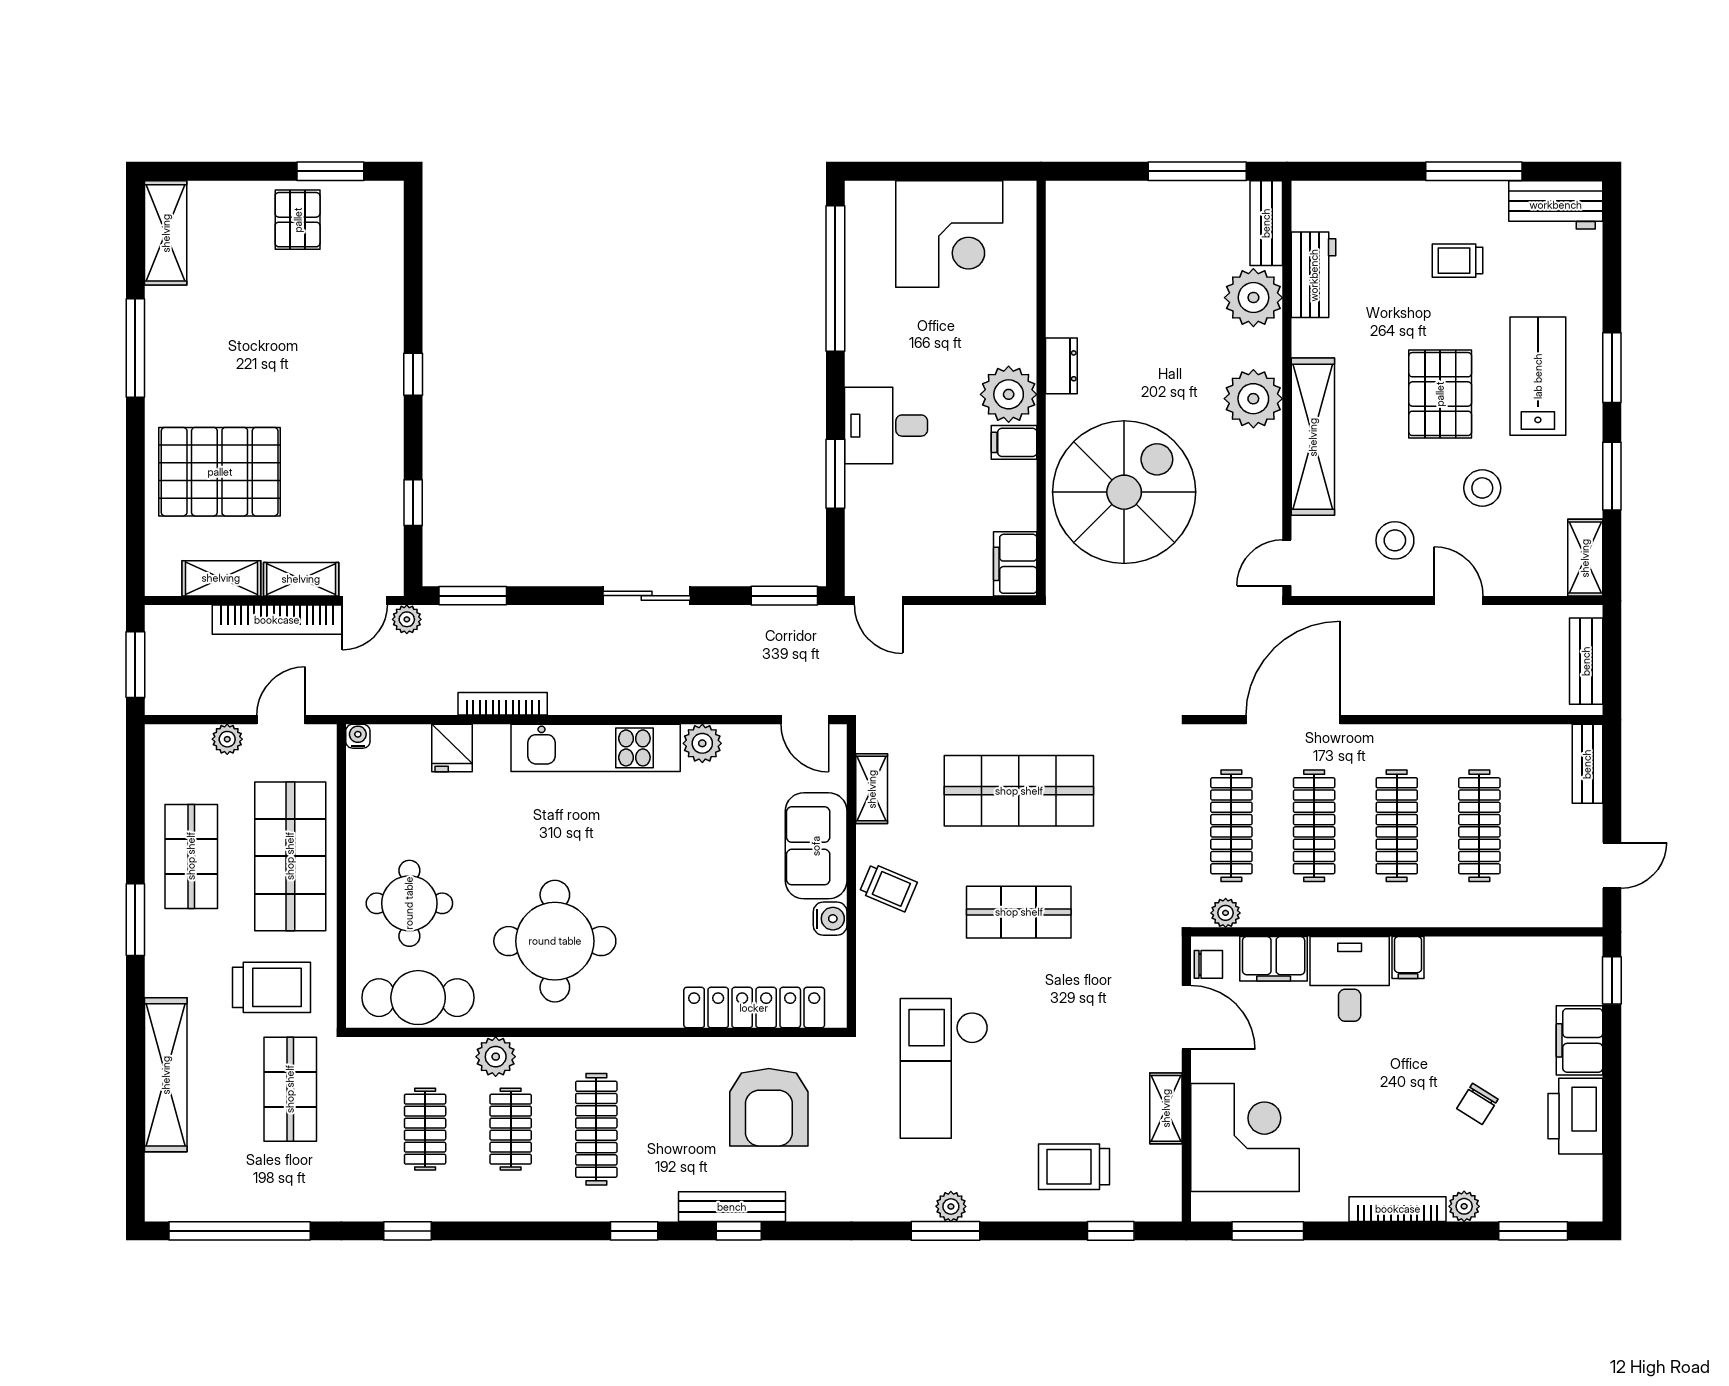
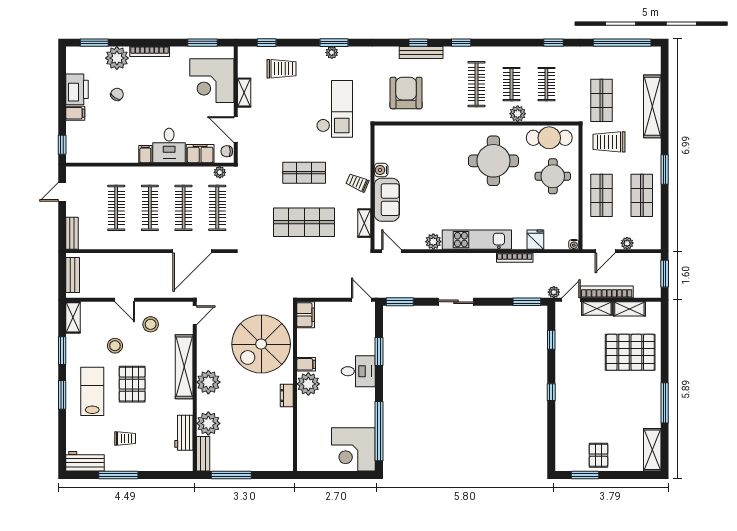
corner desk: (949, 234) -> (353, 449), moved, turned -90
lab bench: (1538, 376) -> (92, 391), turned 180
shop shelf: (290, 856) -> (601, 195), width x0.70, depth x0.74
locker: (754, 1008) -> (412, 134), removed
filing cabinet: (1579, 1040) -> (75, 113), width x0.50
plant: (1464, 1206) -> (117, 58), width x1.88, depth x1.88

